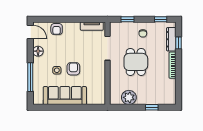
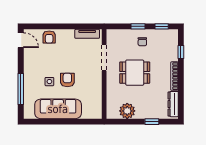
window: (128, 19) -> (138, 26), moved
dresser: (171, 39) -> (173, 104), moved
floor lamp: (38, 51) -> (29, 61), removed
dining table: (136, 62) -> (135, 73), turned 90

